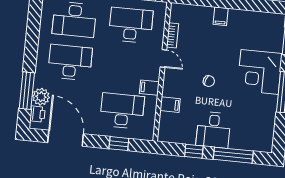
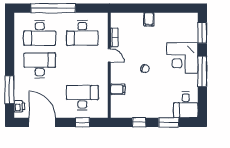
desk: (131, 25) -> (82, 33), turned 180
filing cabinet: (149, 88) -> (101, 78), removed
plant: (41, 97) -> (21, 93), removed
desk: (213, 130) -> (186, 105), moved
window: (233, 155) -> (169, 122), width x0.69

